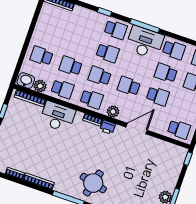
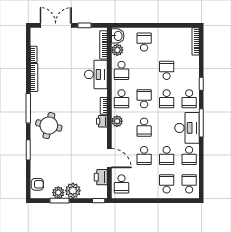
school desk: (71, 66) -> (167, 70), moved
school desk: (166, 73) -> (167, 156), turned 180
school desk: (129, 86) -> (144, 127), turned 180
door: (137, 129) -> (109, 158), moved
printer: (165, 148) -> (101, 177), added
plant: (169, 182) -> (73, 191), added

